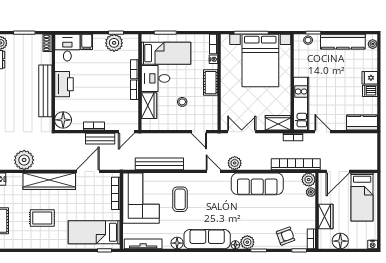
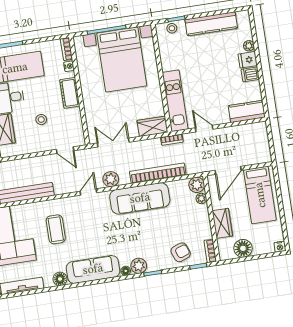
plant: (373, 44) -> (249, 46), moved
bookcase: (296, 164) -> (158, 173), moved
door: (213, 171) -> (88, 192), hinge flipped

